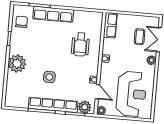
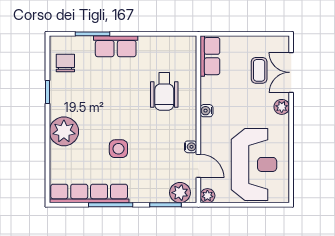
row of seats: (53, 14) -> (116, 46), width x0.68
row of seats: (53, 105) -> (89, 194), moved

